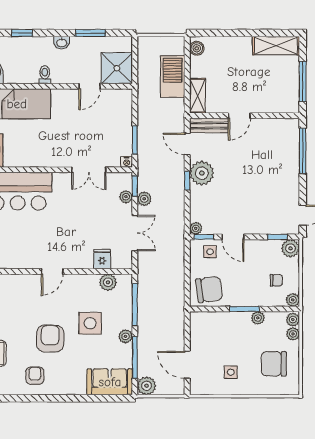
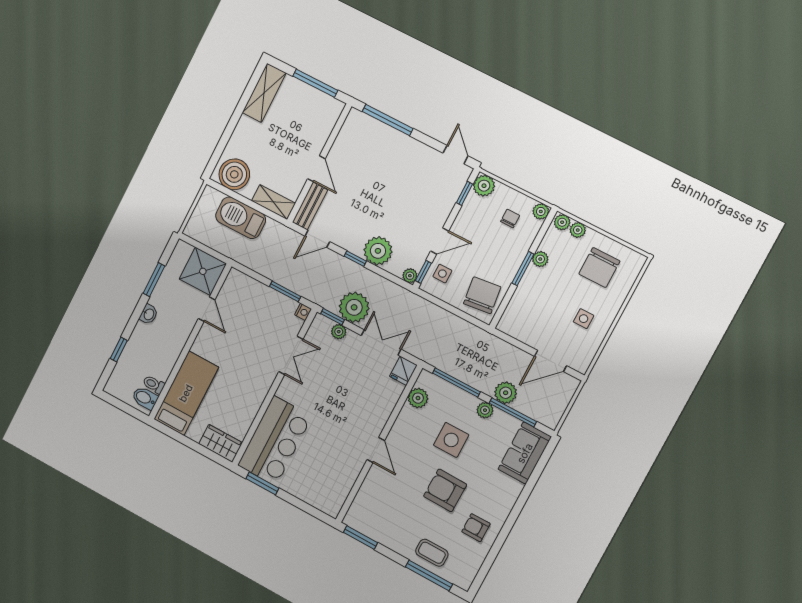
boiler: (197, 48) -> (234, 174), width x1.86, depth x1.86
toilet: (45, 75) -> (154, 384), moved
plant: (202, 173) -> (378, 251), moved
plant: (144, 199) -> (354, 307), width x1.88, depth x1.88
fridge: (102, 259) -> (403, 371), moved, turned -90
plant: (146, 386) -> (506, 393), moved

